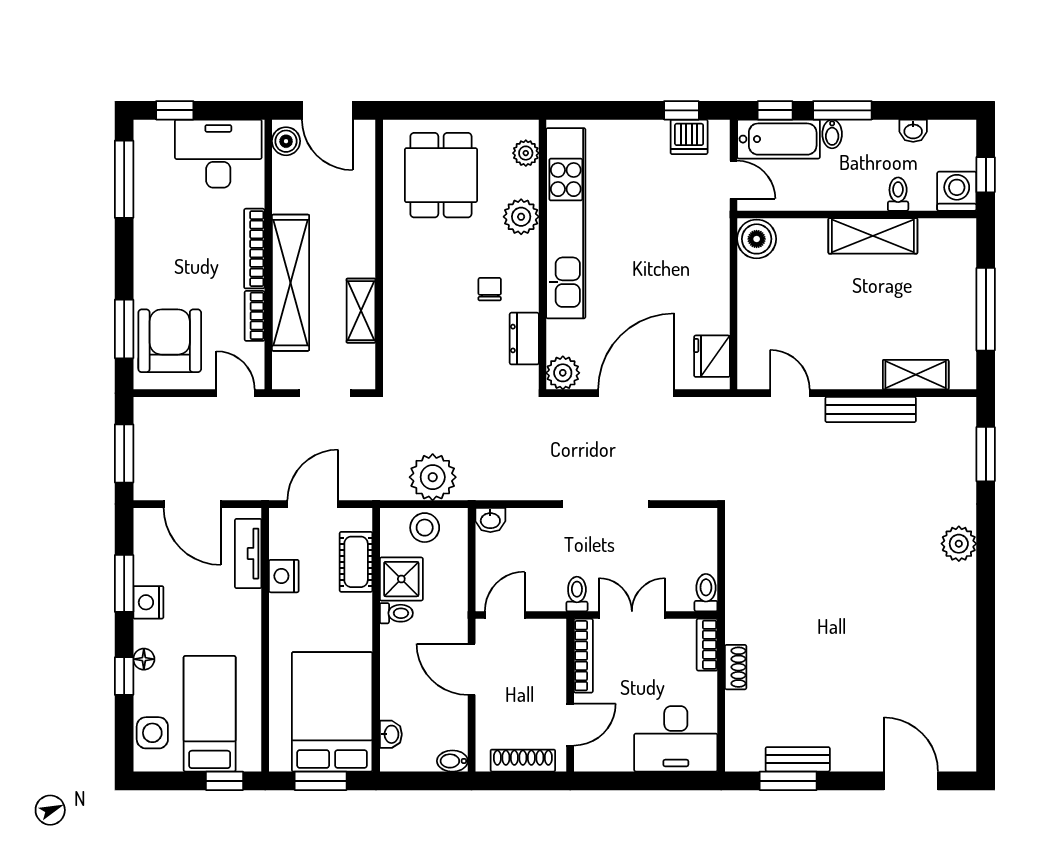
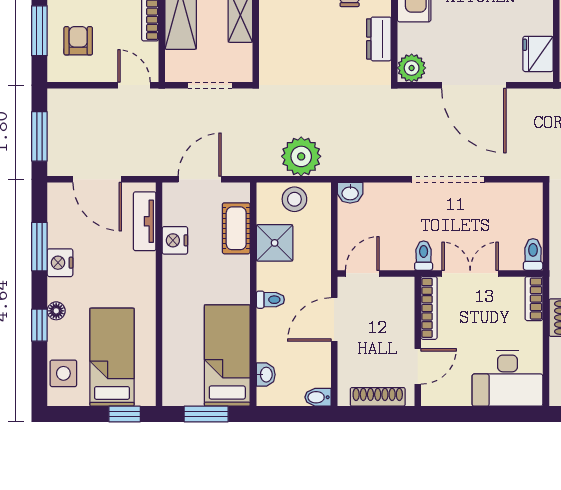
armchair: (170, 341) -> (78, 41), width x0.53, depth x0.53
door: (636, 393) -> (474, 85), swing flipped
toilet: (396, 613) -> (270, 300), moved
door: (472, 669) -> (334, 319), hinge flipped
bed: (332, 712) -> (227, 356), width x0.67

